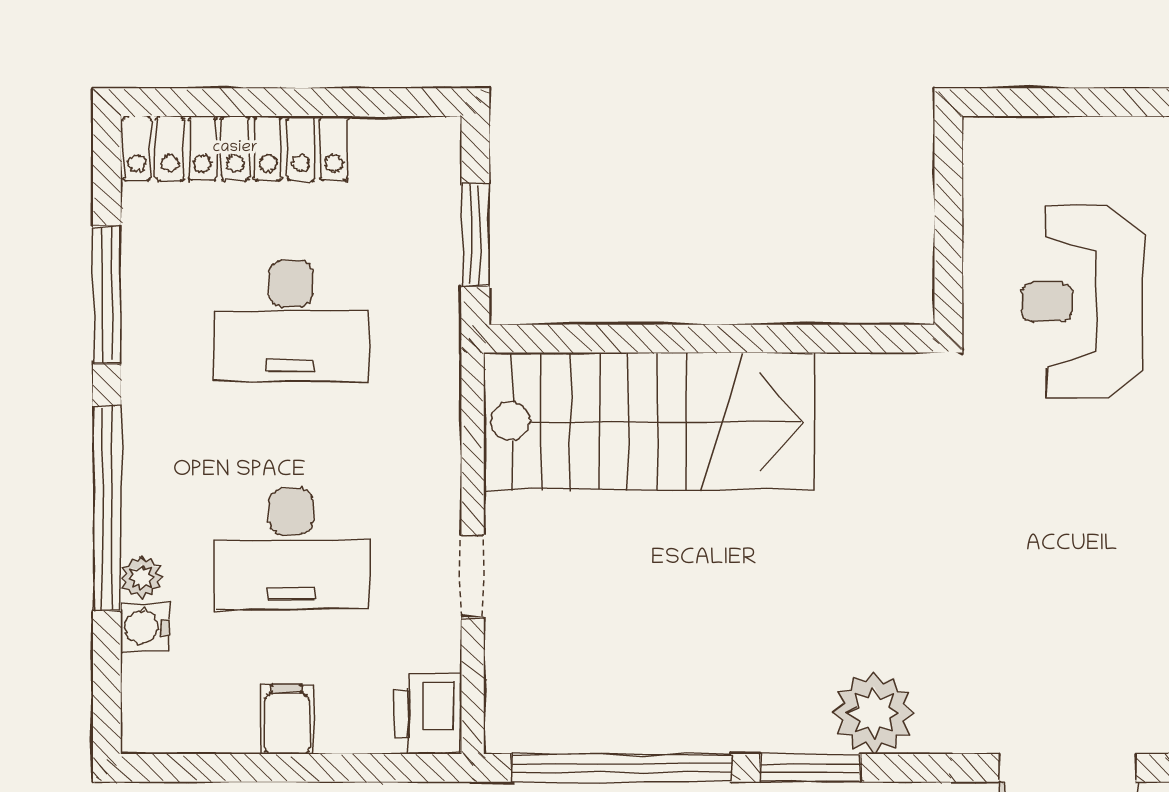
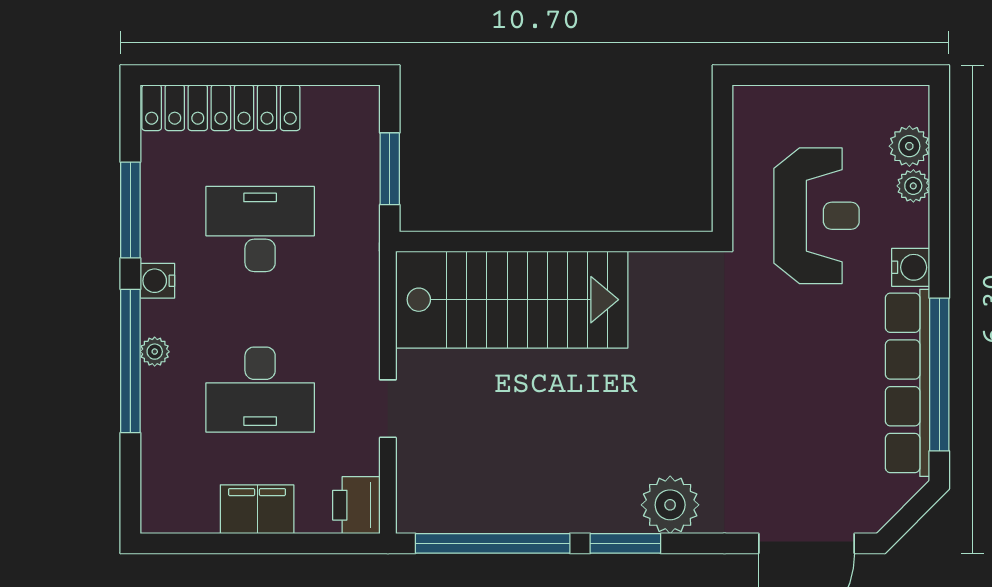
reception desk: (1082, 302) -> (817, 216), turned 180
desk: (291, 321) -> (260, 229), turned 180
plant: (141, 577) -> (155, 352), moved
water cooler: (145, 627) -> (157, 281), moved
filing cabinet: (287, 719) -> (257, 509), width x2.00

